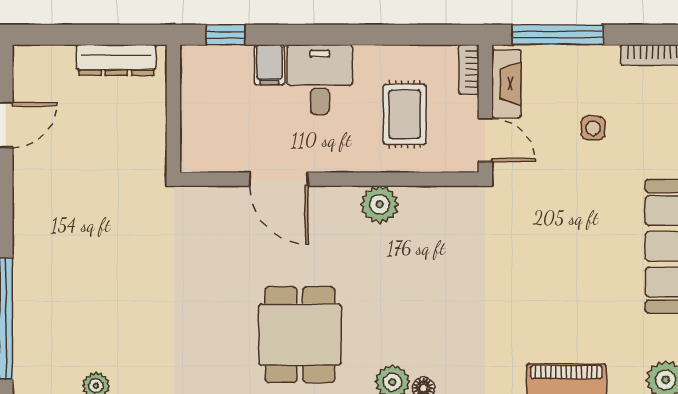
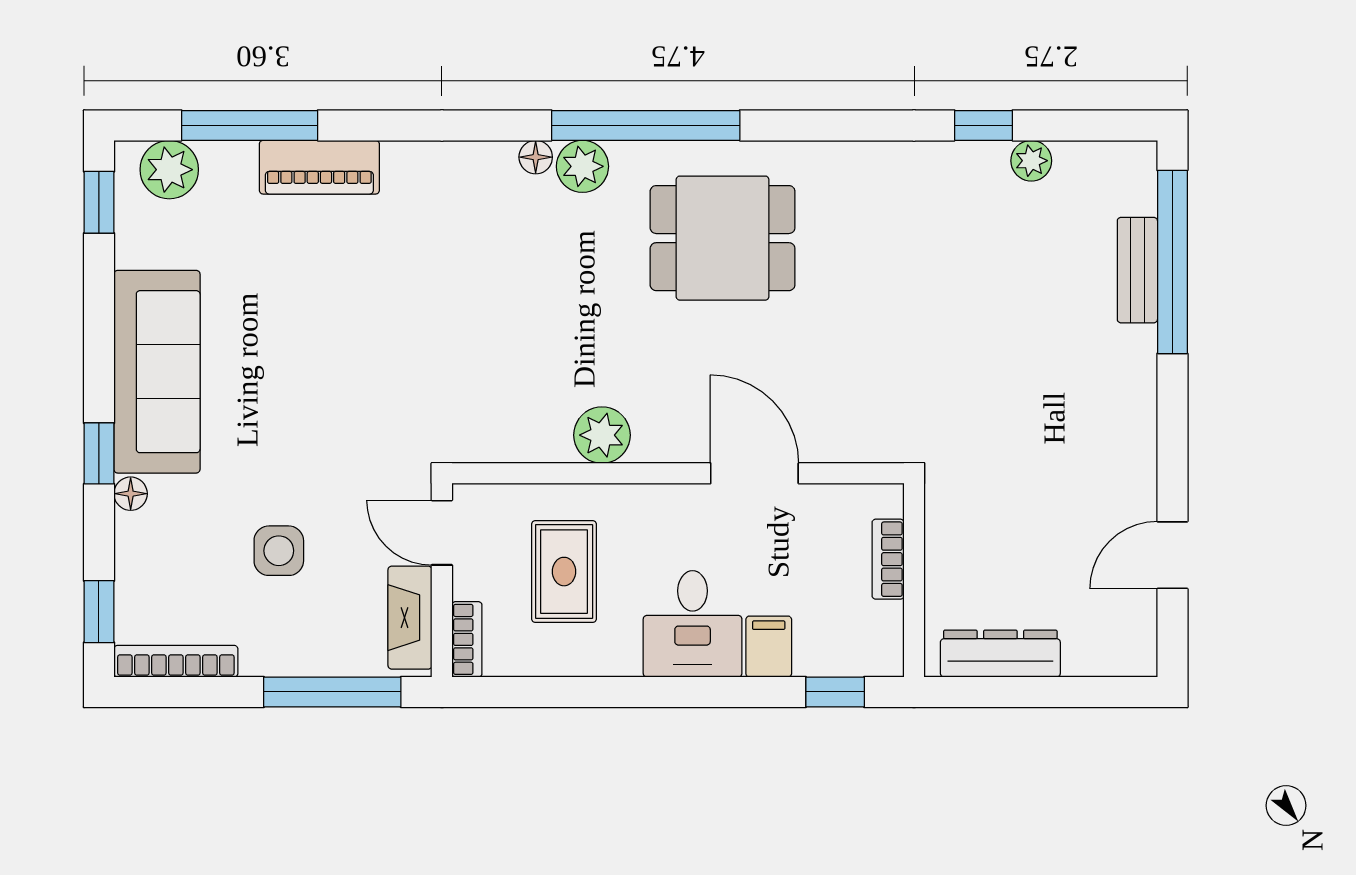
bookcase: (190, 122) -> (888, 559), added
side table: (593, 128) -> (279, 551), width x1.37, depth x1.37
bench: (26, 313) -> (1137, 270), added
dining table: (300, 335) -> (723, 238), turned 90

